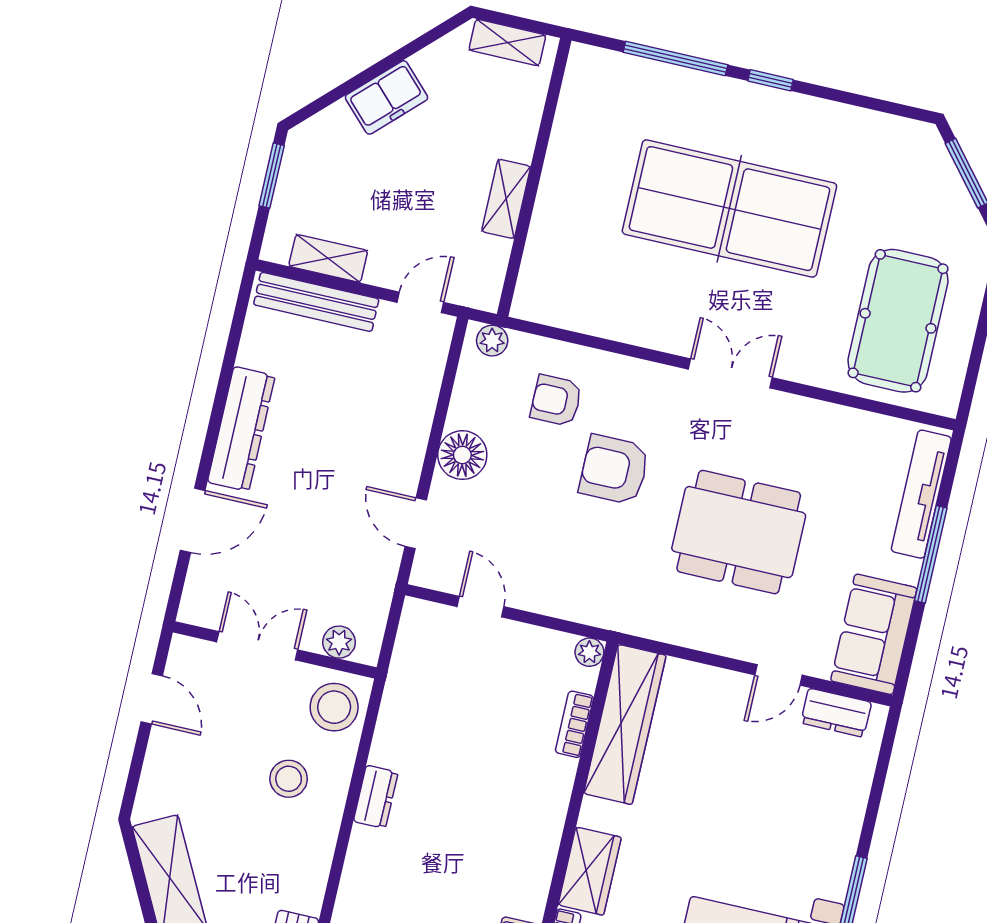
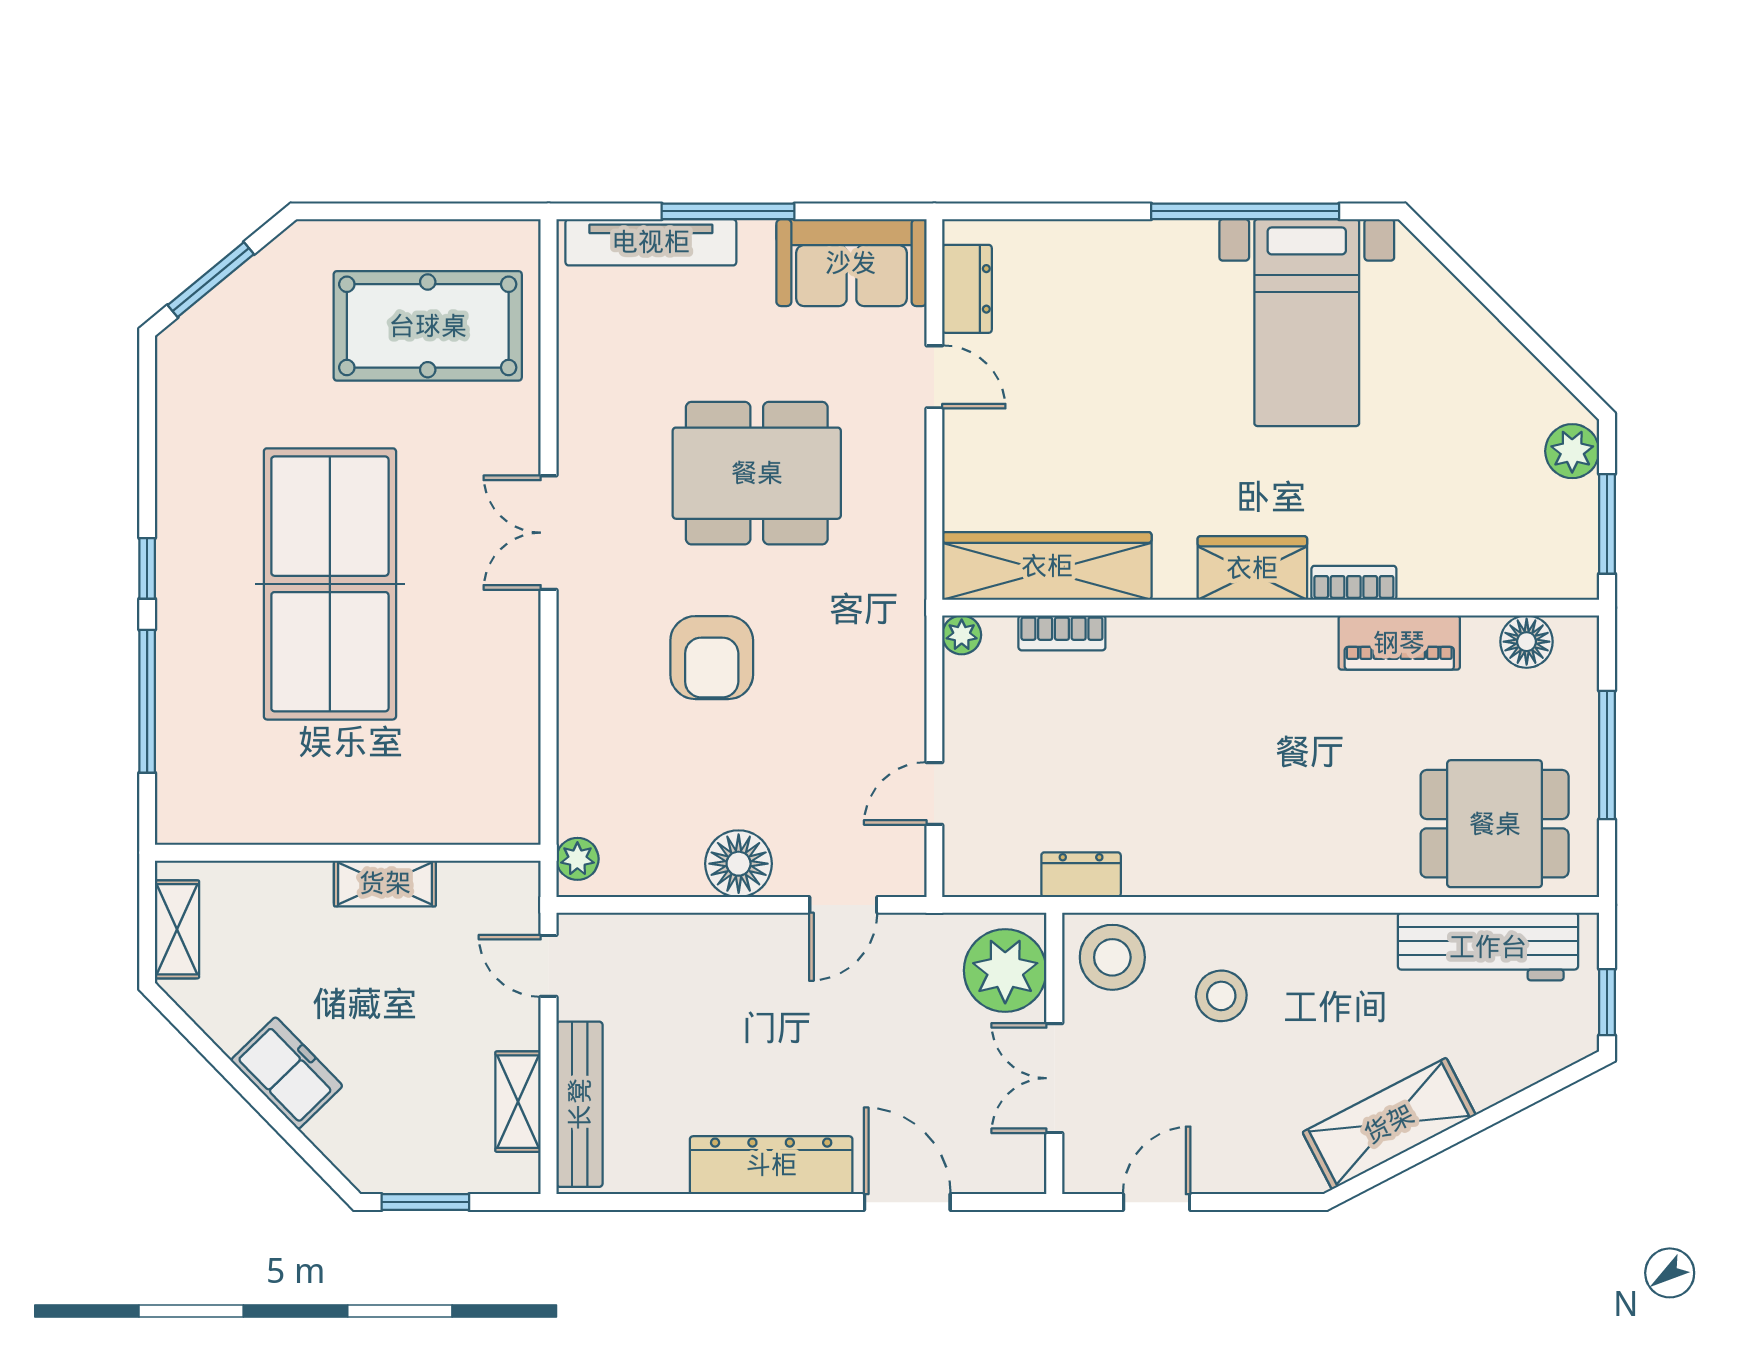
armchair: (556, 401) -> (638, 756), removed
dining table: (739, 532) -> (757, 473), turned 90
plant: (339, 642) -> (1005, 970), width x1.88, depth x1.88
dresser: (376, 797) -> (1081, 875), moved

